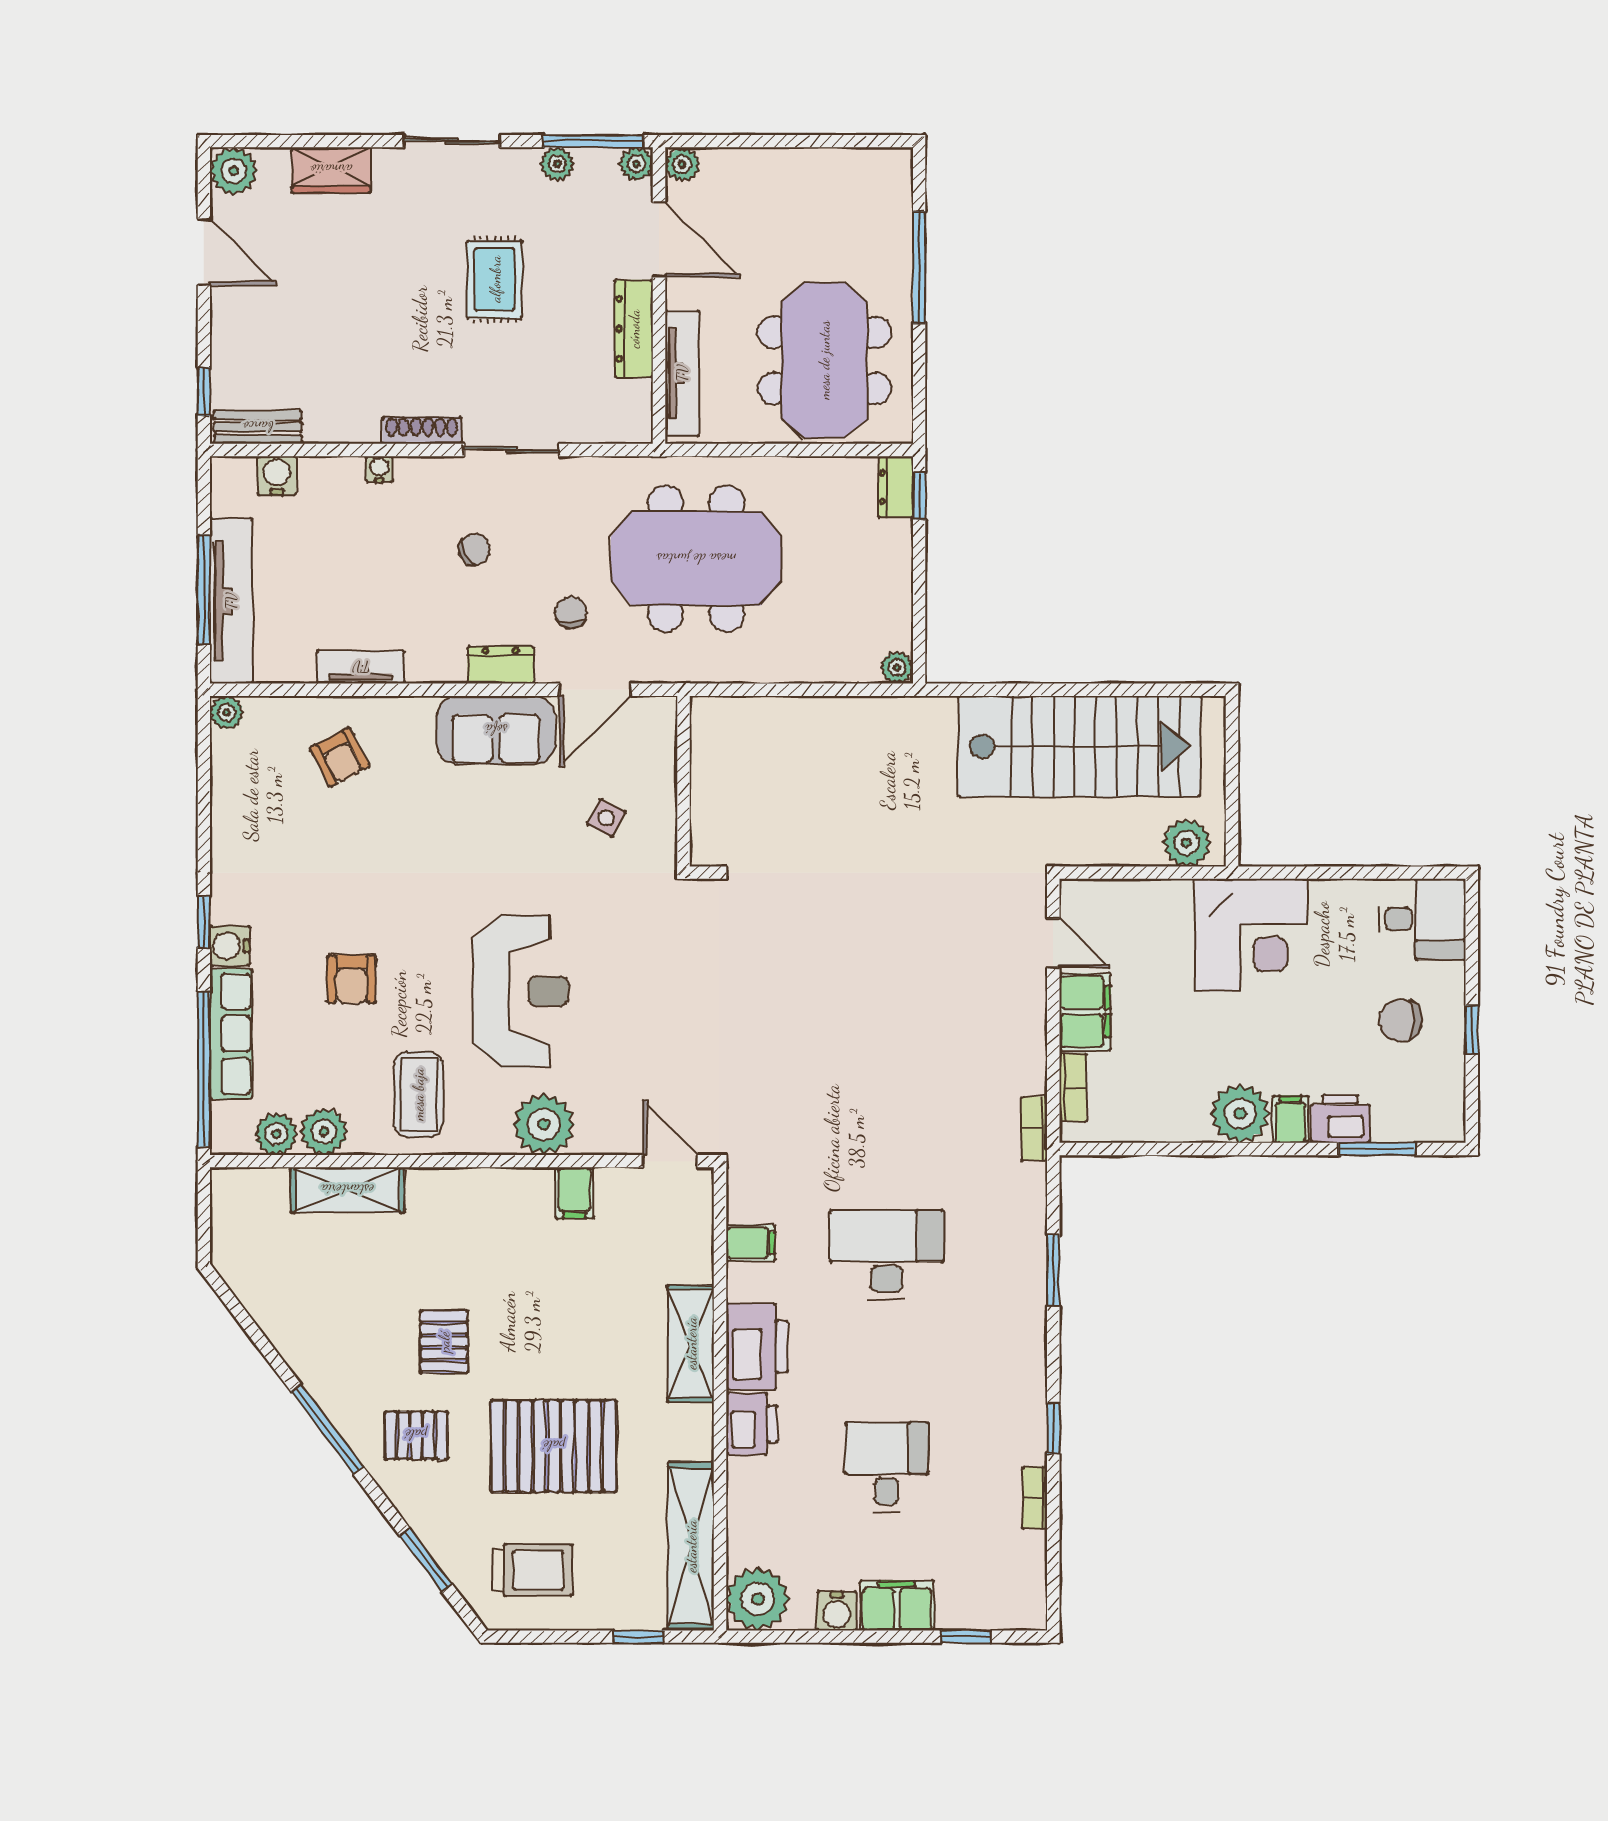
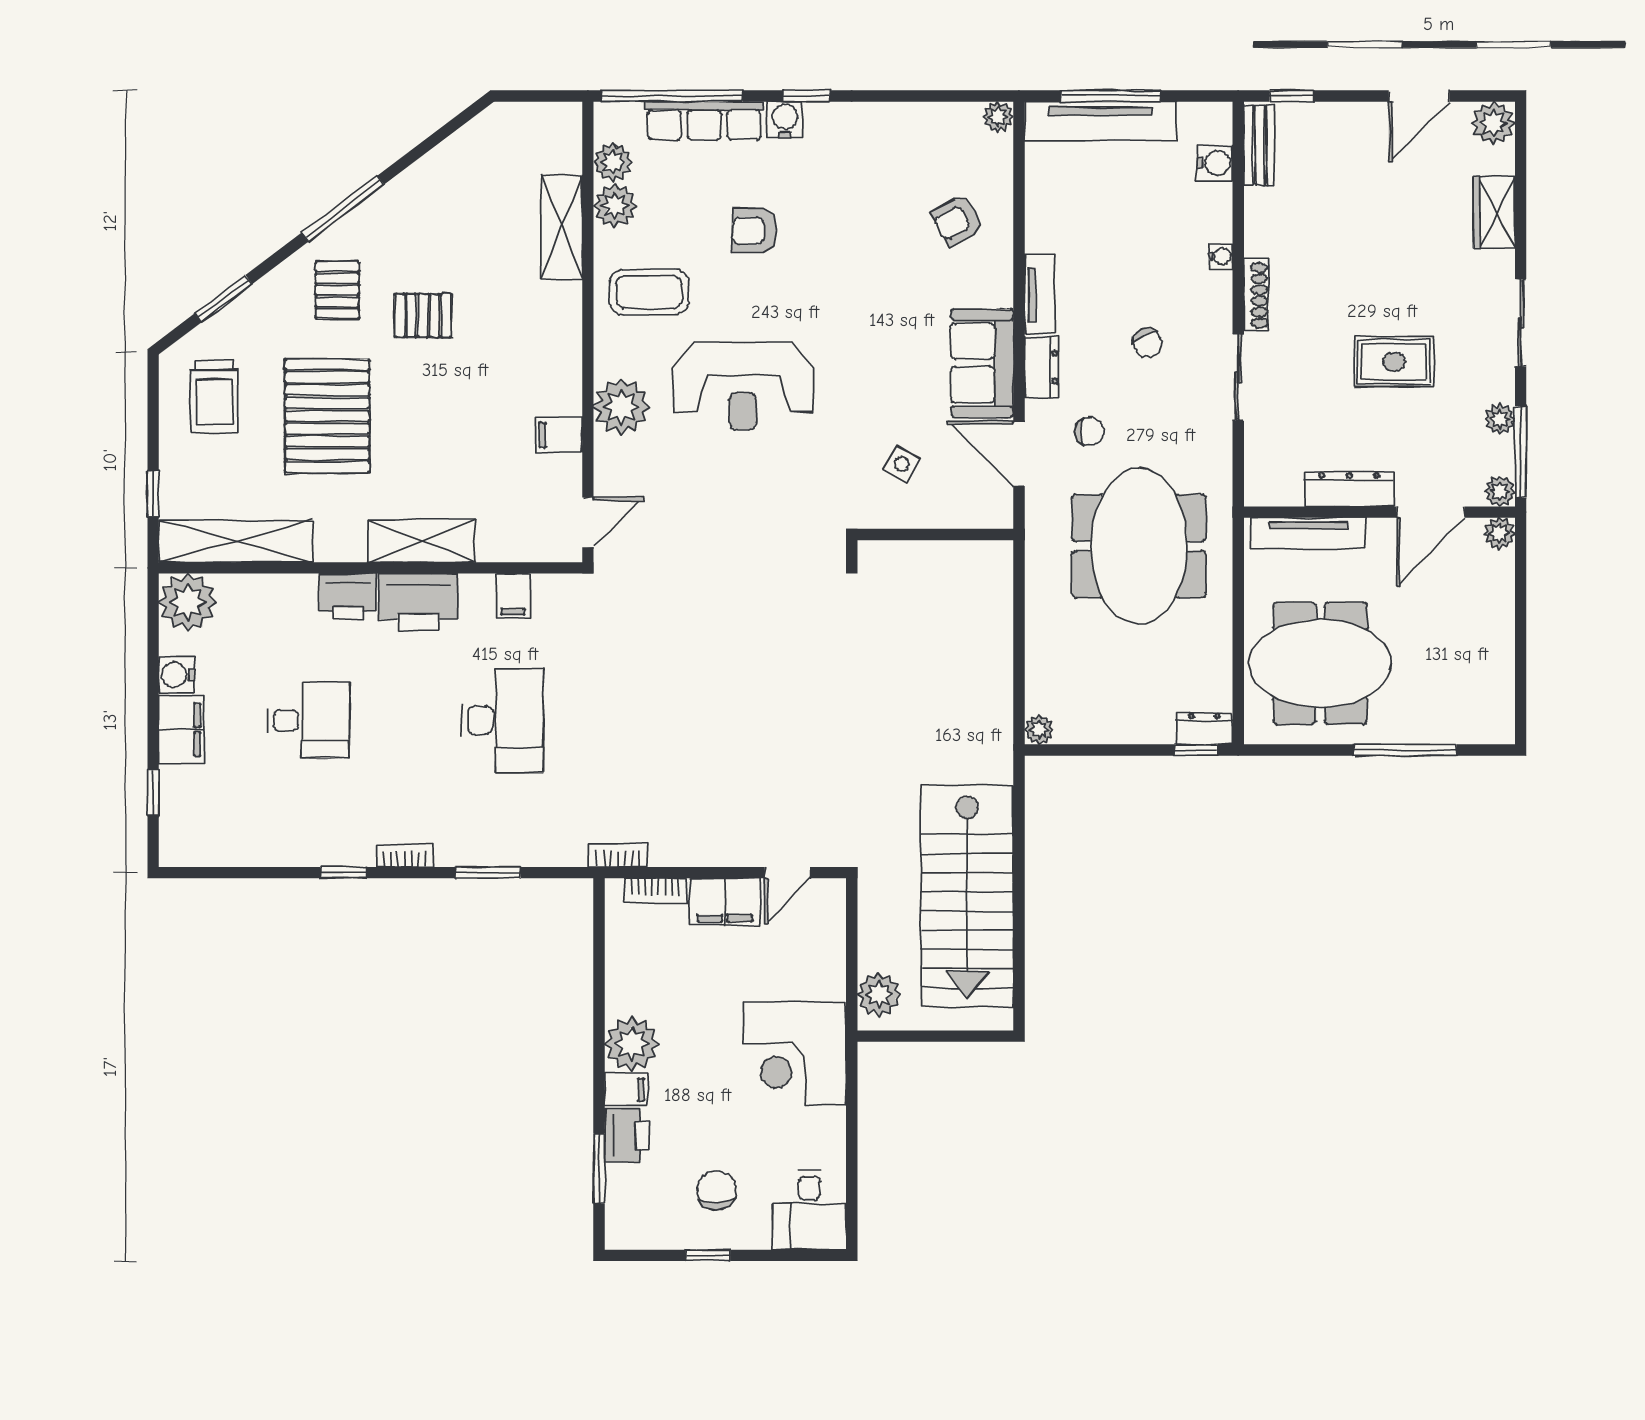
tv unit: (361, 667) -> (1040, 294), moved
bookcase: (1035, 1498) -> (405, 856), moved

